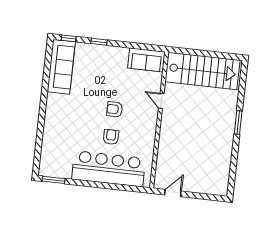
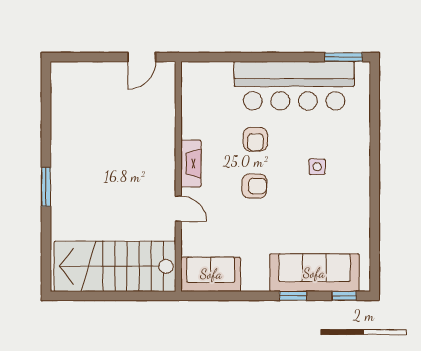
sofa: (61, 67) -> (314, 273), moved, turned 90
side table: (76, 117) -> (317, 167), added
fireplace: (151, 127) -> (191, 163), added
bar counter: (109, 169) -> (294, 86), moved

